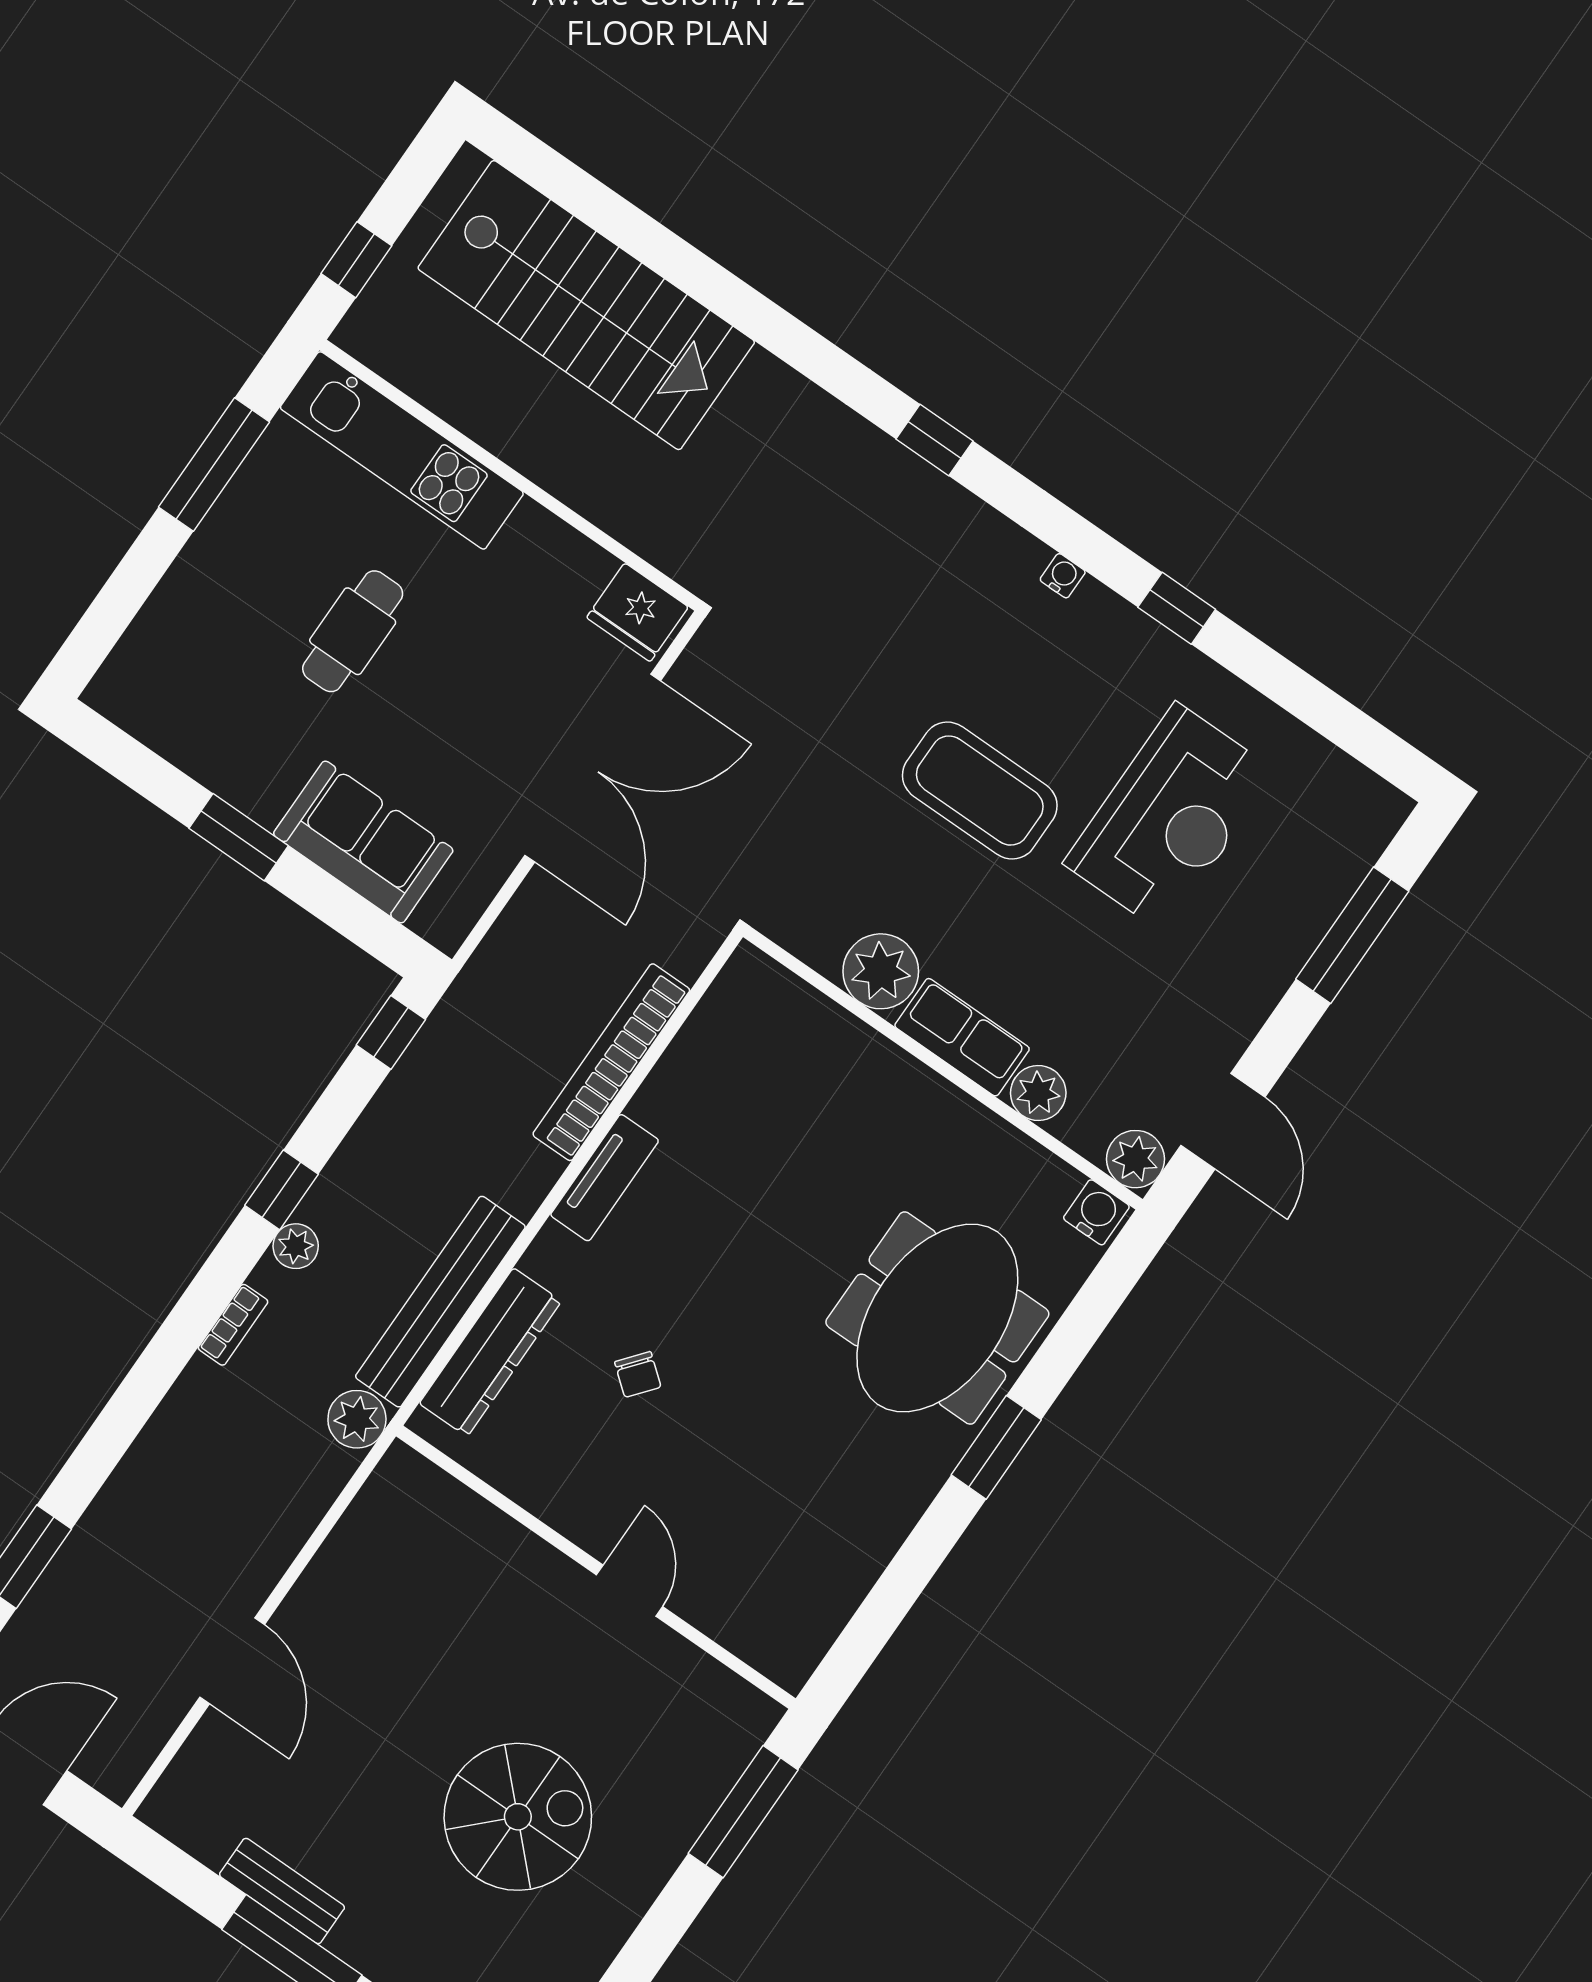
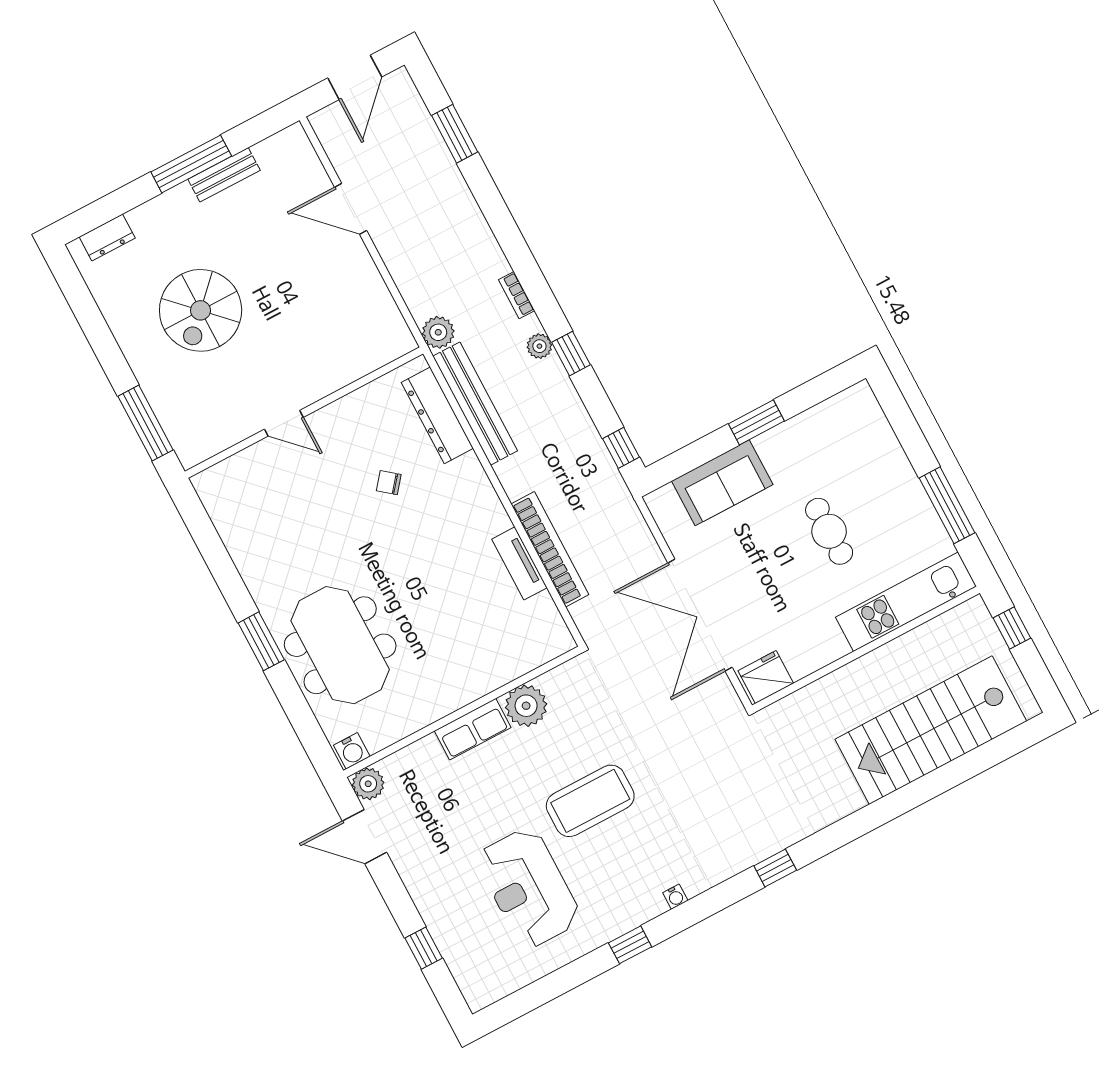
window: (1352, 935) -> (424, 948), width x0.46
plant: (1038, 1093) -> (426, 753), removed
tv unit: (605, 1178) -> (519, 563), moved

